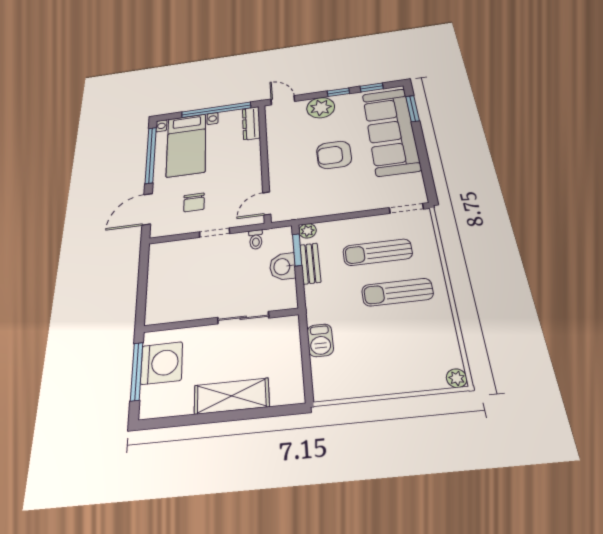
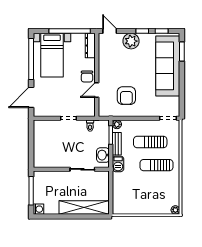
armchair: (334, 155) -> (126, 96), moved, turned -90
chair: (194, 202) -> (87, 77), moved
door: (267, 203) -> (97, 90), moved
washbasin: (283, 267) -> (103, 155), moved
barbecue: (320, 340) -> (118, 164), moved
washing machine: (162, 363) -> (38, 209), moved, width x0.53, depth x0.53
shelving: (232, 396) -> (84, 207), width x1.47

